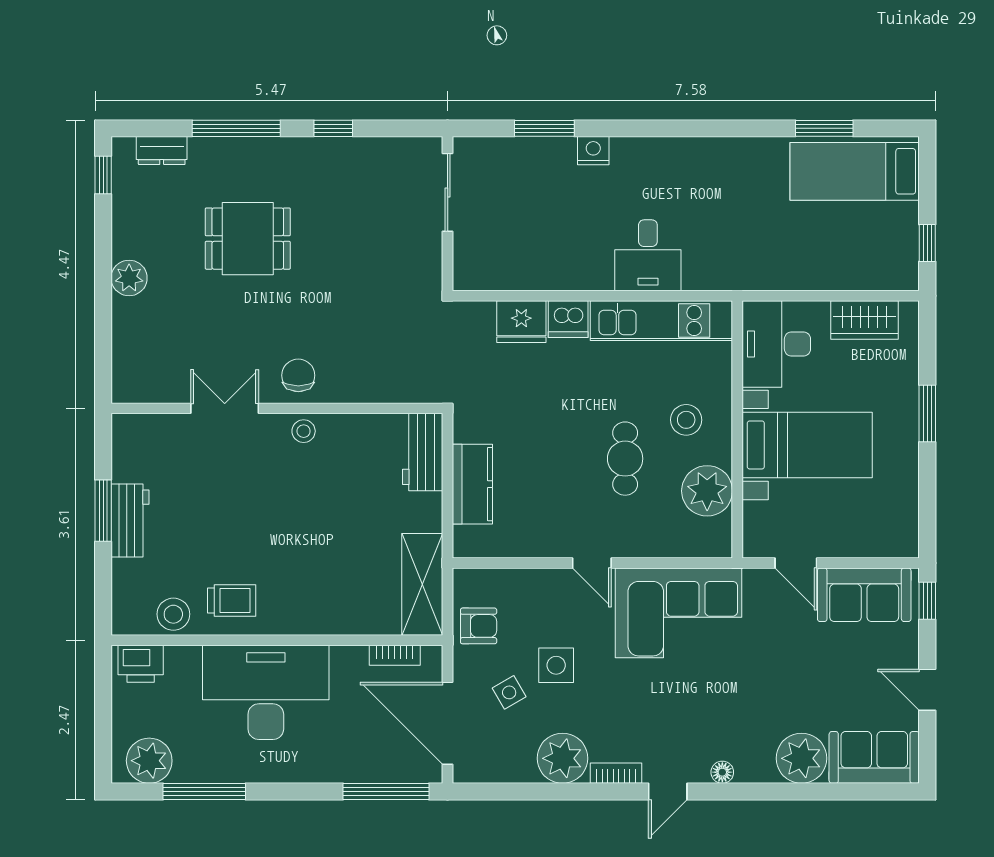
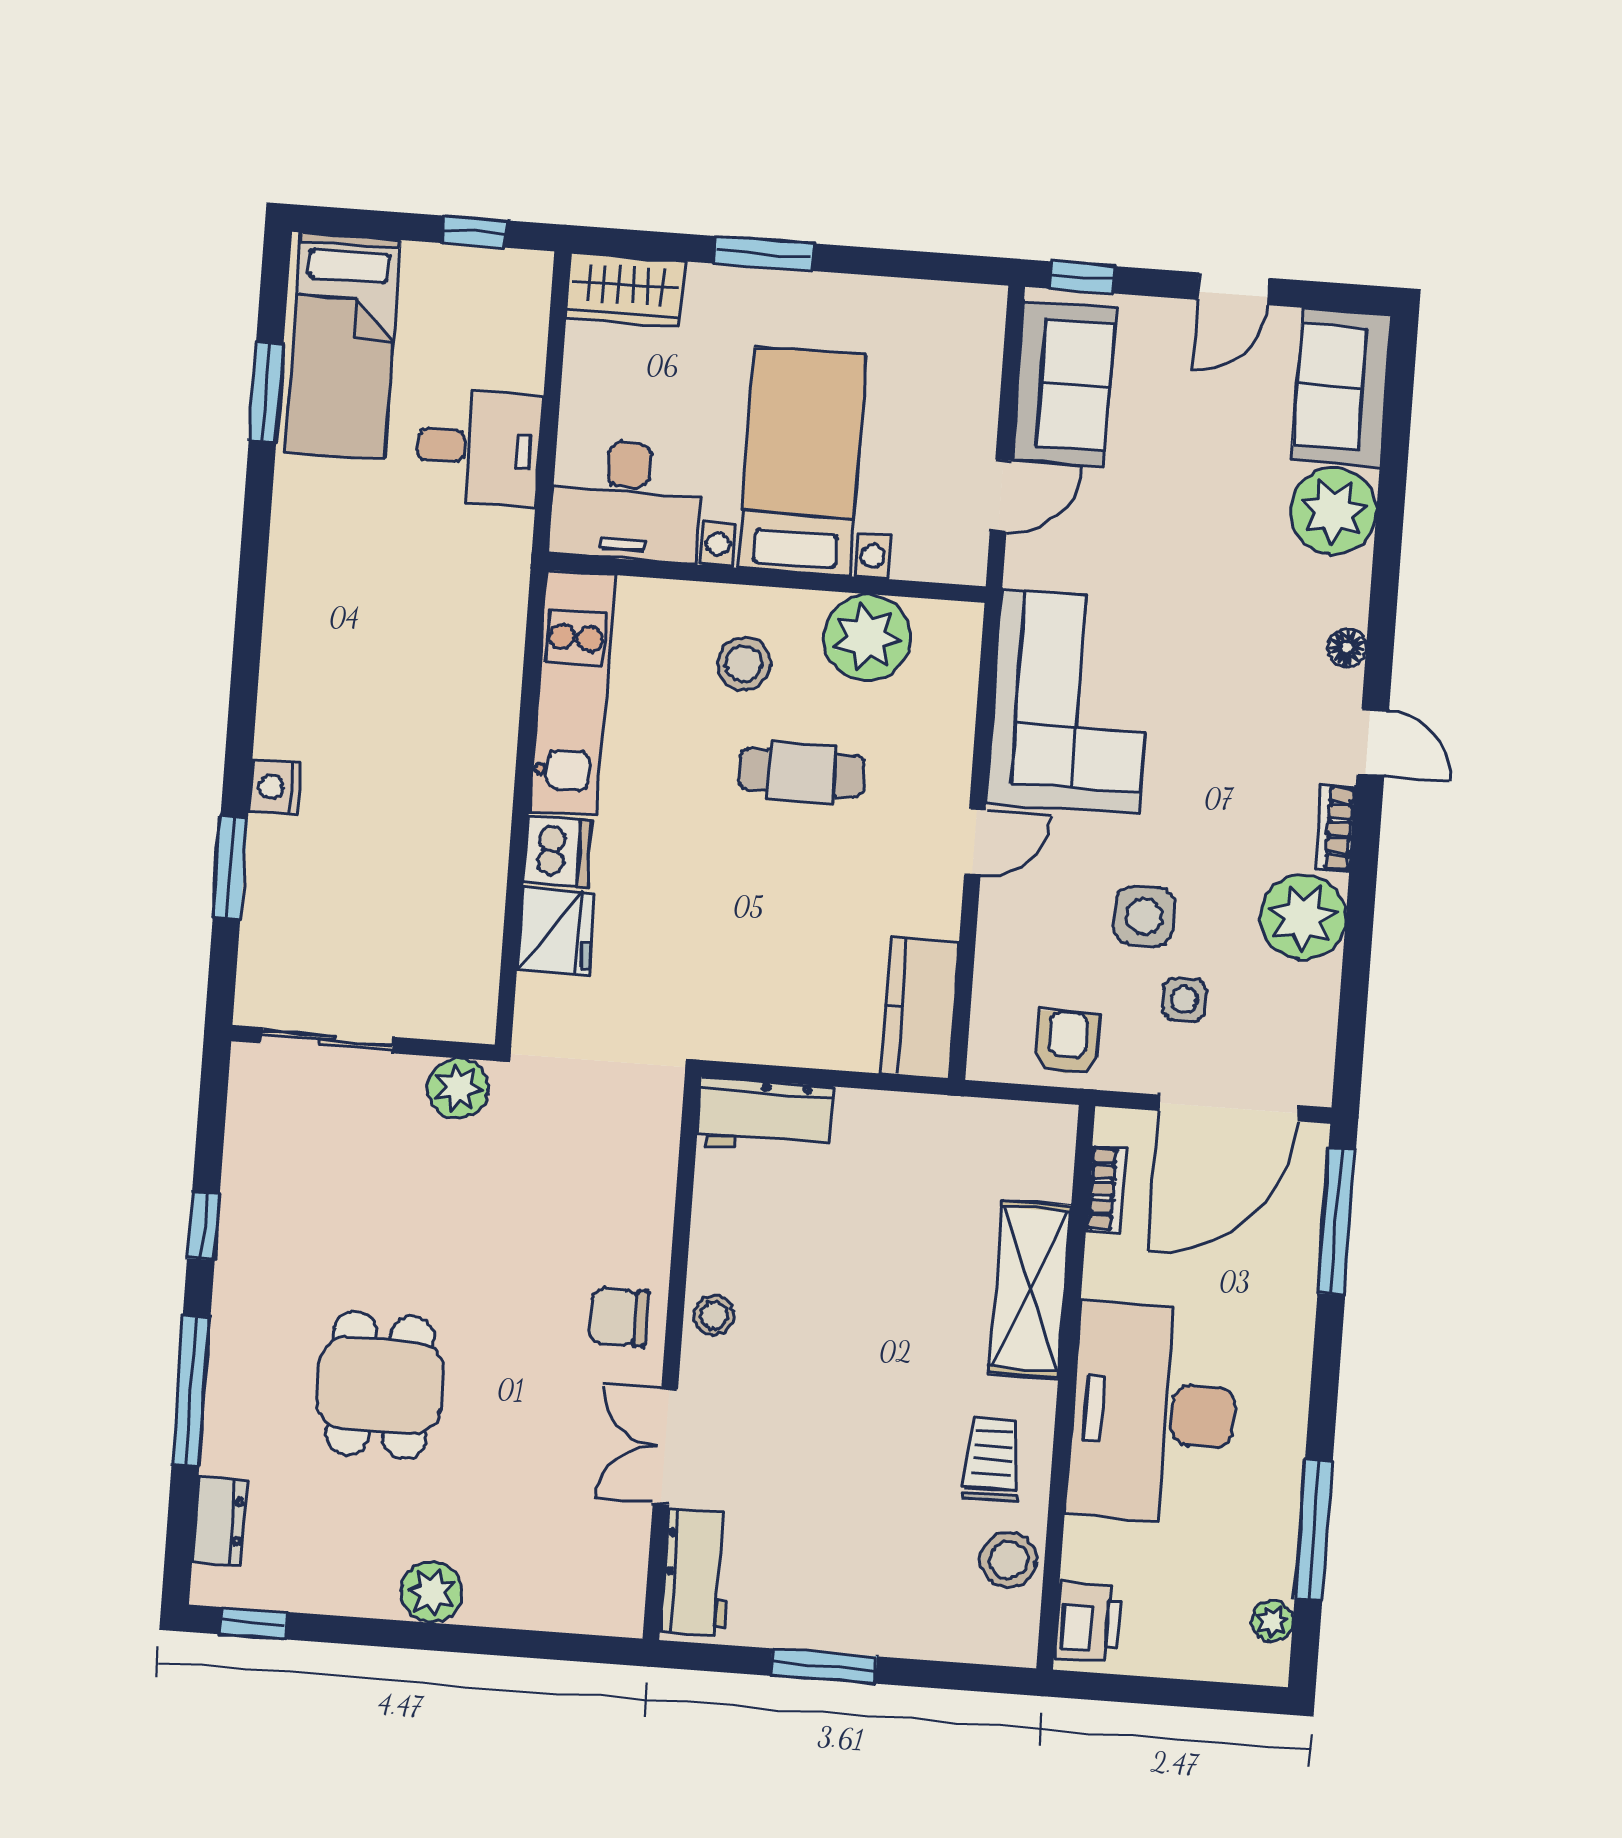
desk: (648, 255) -> (479, 448), moved
plant: (425, 271) -> (458, 1089), added
wardrobe: (864, 320) -> (625, 290), moved, turned 90
kitchen counter: (472, 484) -> (920, 1008), moved, turned -90
workbench: (130, 521) -> (696, 1572), moved, turned 90
shelving: (422, 584) -> (1030, 1289), moved, turned 90
side table: (509, 692) -> (1184, 1000), turned 30
plant: (149, 761) -> (1272, 1621), width x0.53, depth x0.53

